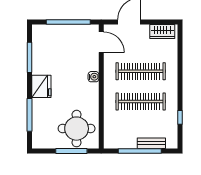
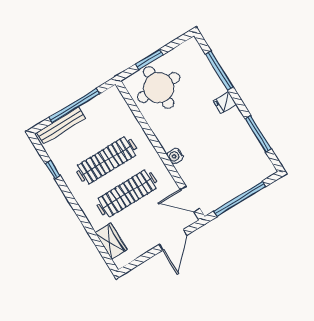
wardrobe: (162, 32) -> (111, 241), moved, turned 90
fridge: (41, 86) -> (225, 103), width x0.53, depth x0.75
bench: (151, 143) -> (61, 125), width x1.36
window: (71, 151) -> (149, 59), width x0.69

